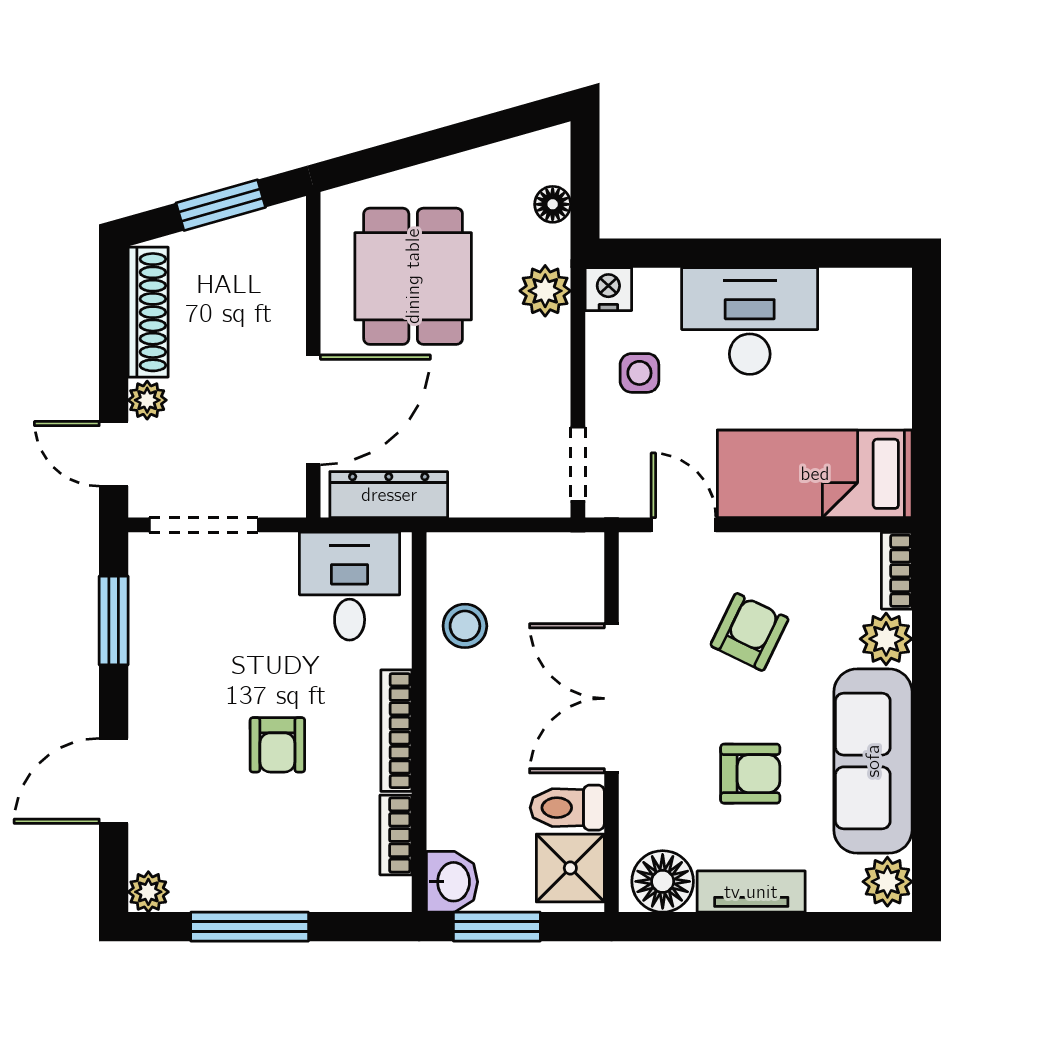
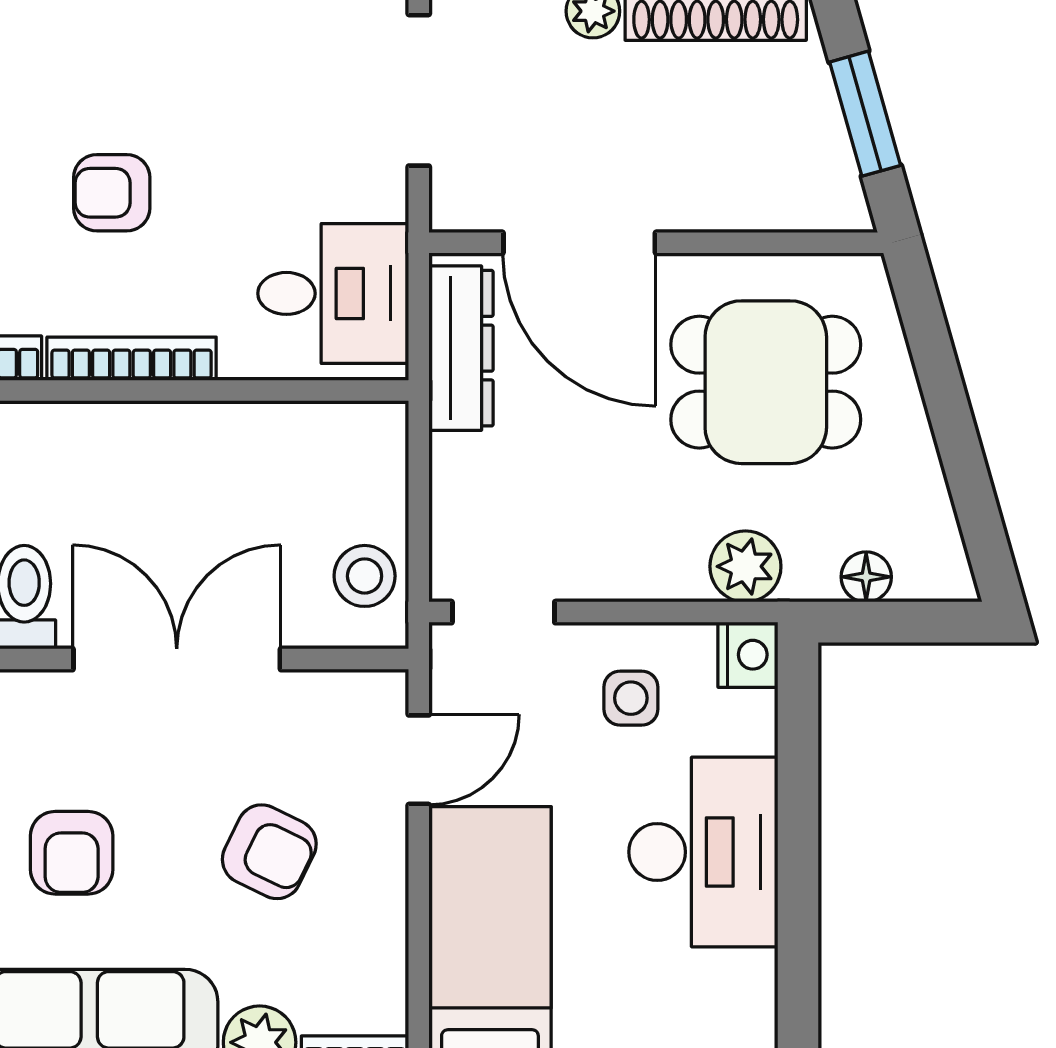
stool: (465, 626) -> (365, 576), moved

